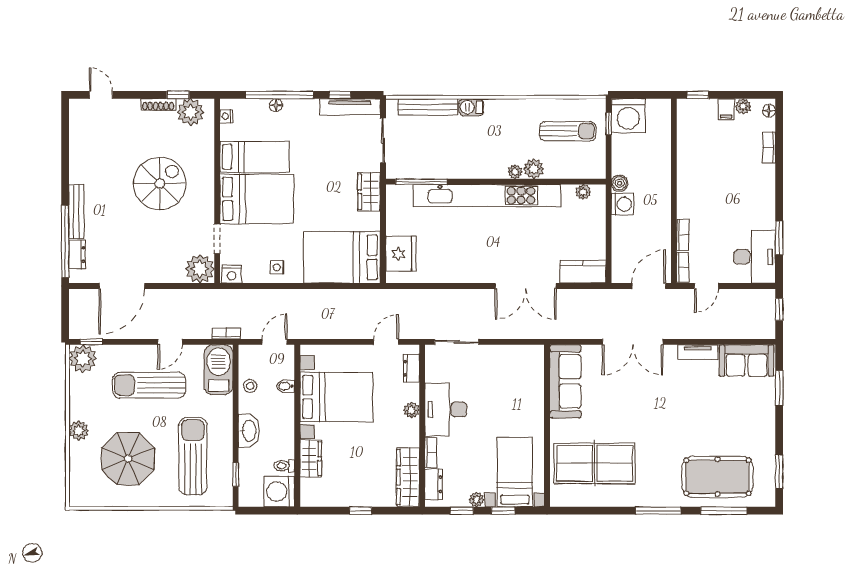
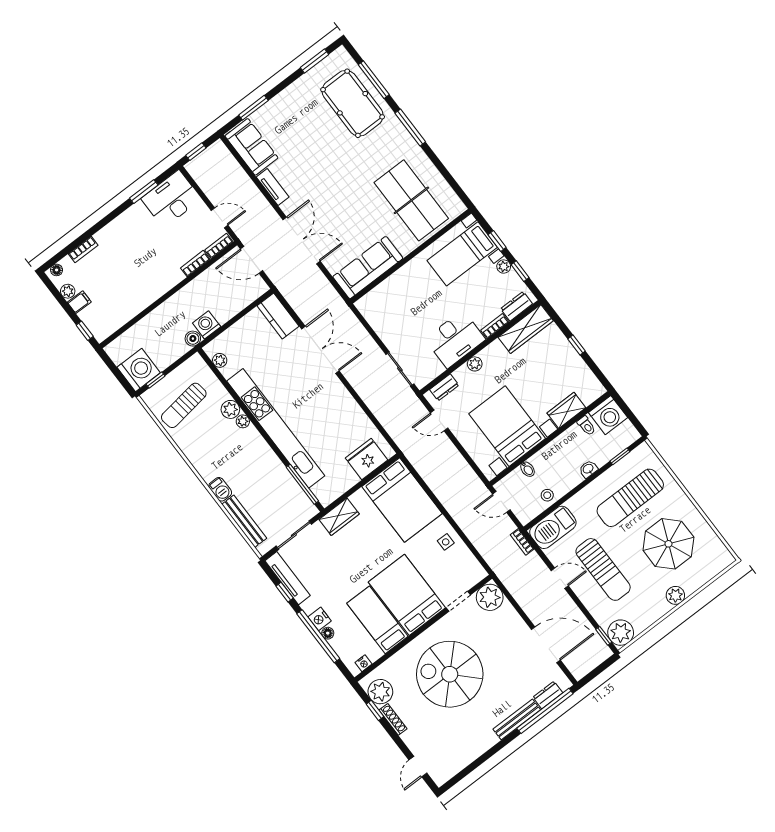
sun lounger: (568, 131) -> (184, 405), turned -98
spiral stairs: (160, 183) -> (450, 674), width x1.37, depth x1.37
nightstand: (232, 274) -> (320, 619), moved, turned 180
washbasin: (249, 431) -> (588, 469), width x0.52, depth x0.69

